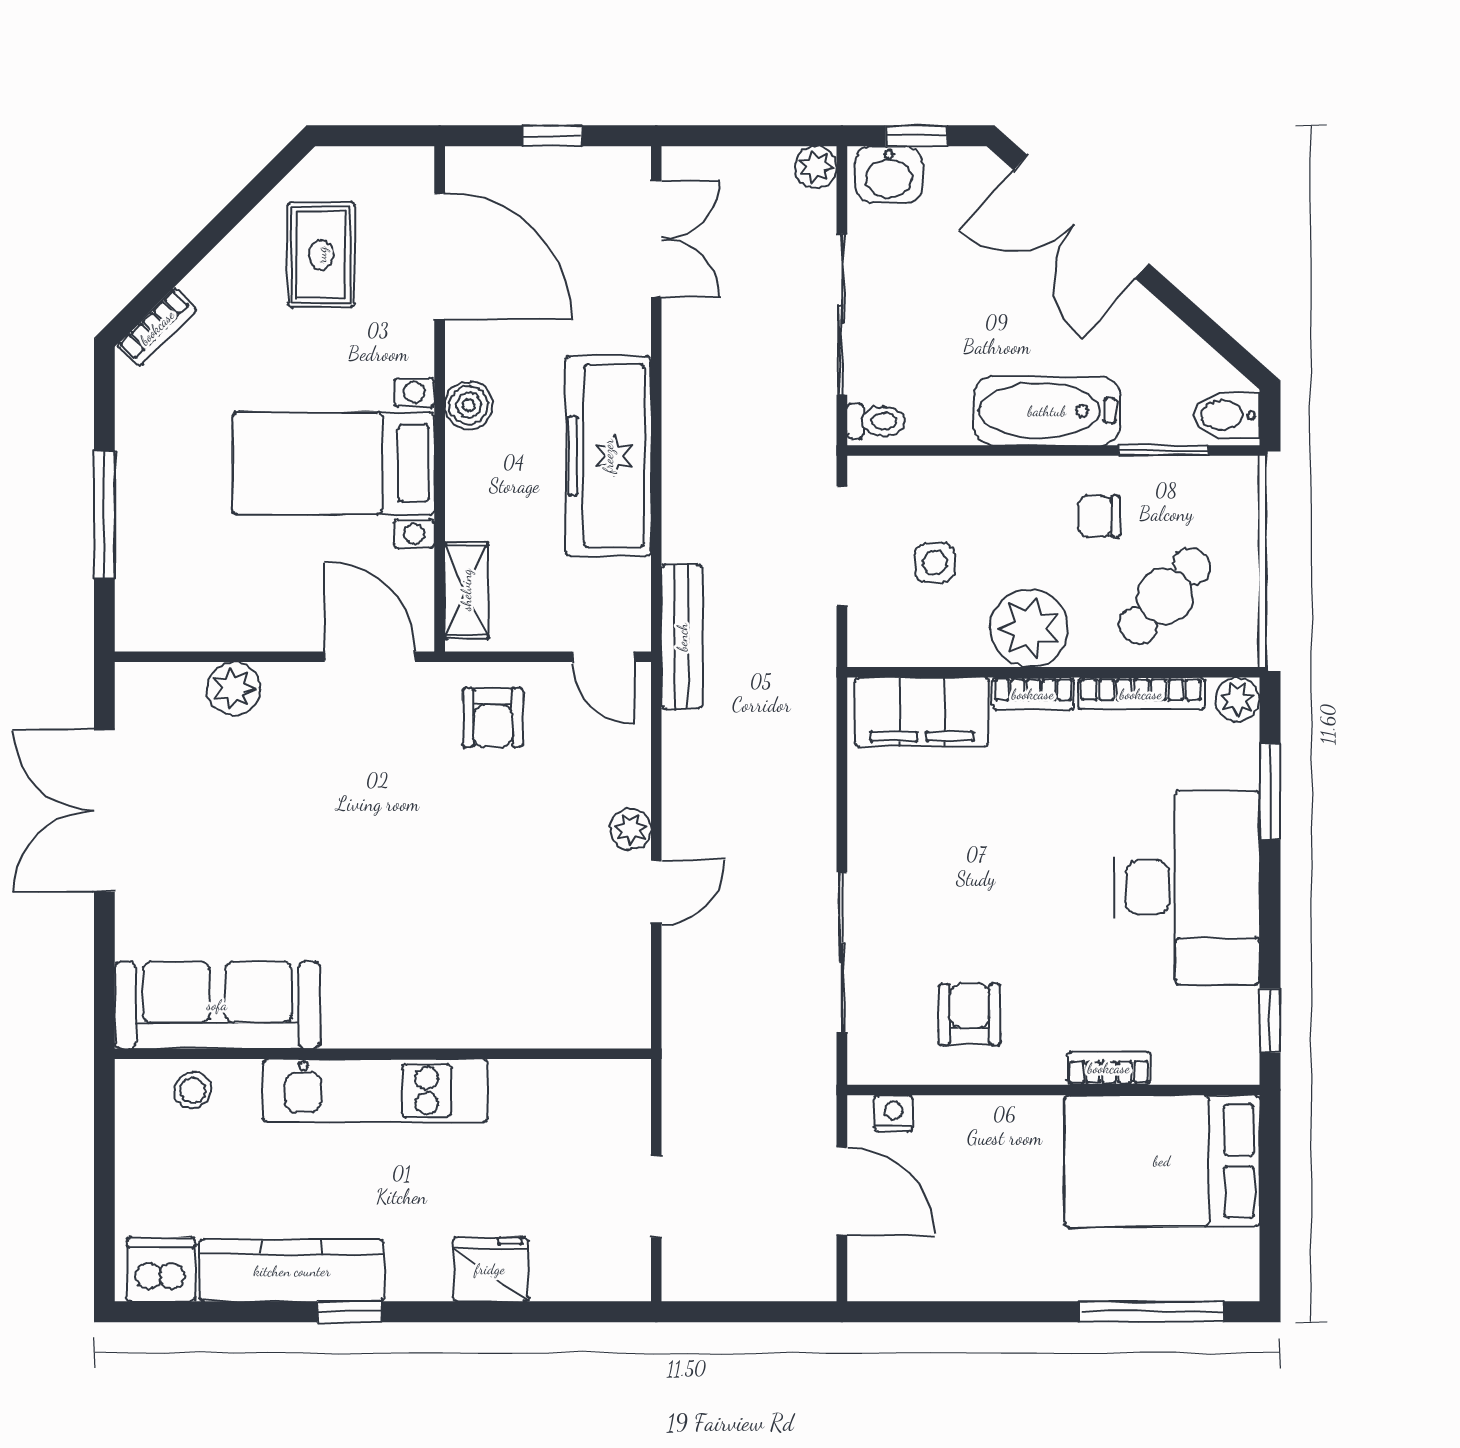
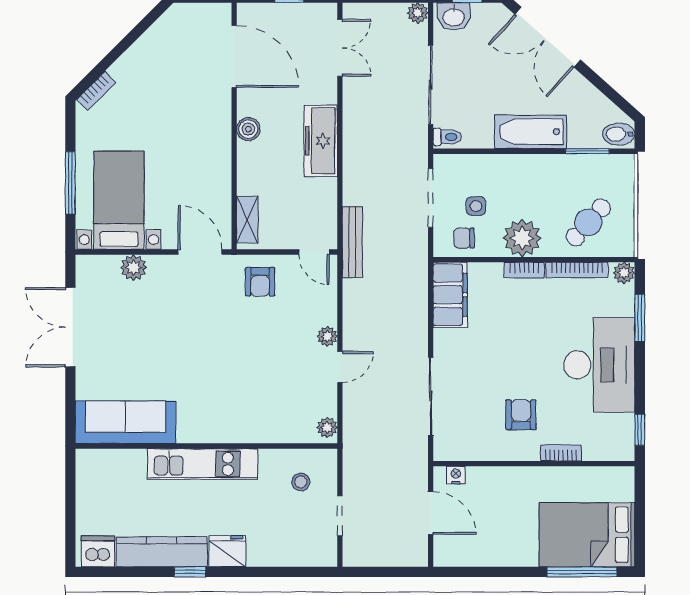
rug: (321, 255) -> (176, 56), removed
freezer: (608, 456) -> (321, 141), width x0.73, depth x0.79
bed with nightstands: (334, 463) -> (119, 200), moved, turned 90
chair: (1099, 516) -> (464, 238), moved
filing cabinet: (922, 712) -> (450, 295), moved, turned -90
armchair: (970, 1014) -> (521, 415), moved
plant: (630, 1016) -> (327, 427), added
stool: (193, 1090) -> (301, 482), moved
bed: (1162, 1161) -> (587, 535), moved
fridge: (490, 1269) -> (227, 551), moved

